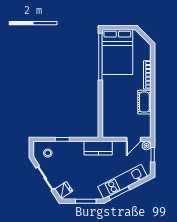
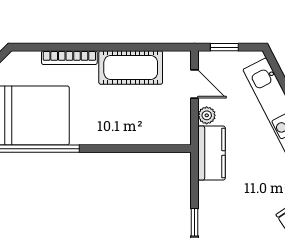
cot: (144, 102) -> (131, 67), width x1.37, depth x1.34
plant: (146, 146) -> (207, 115), moved

